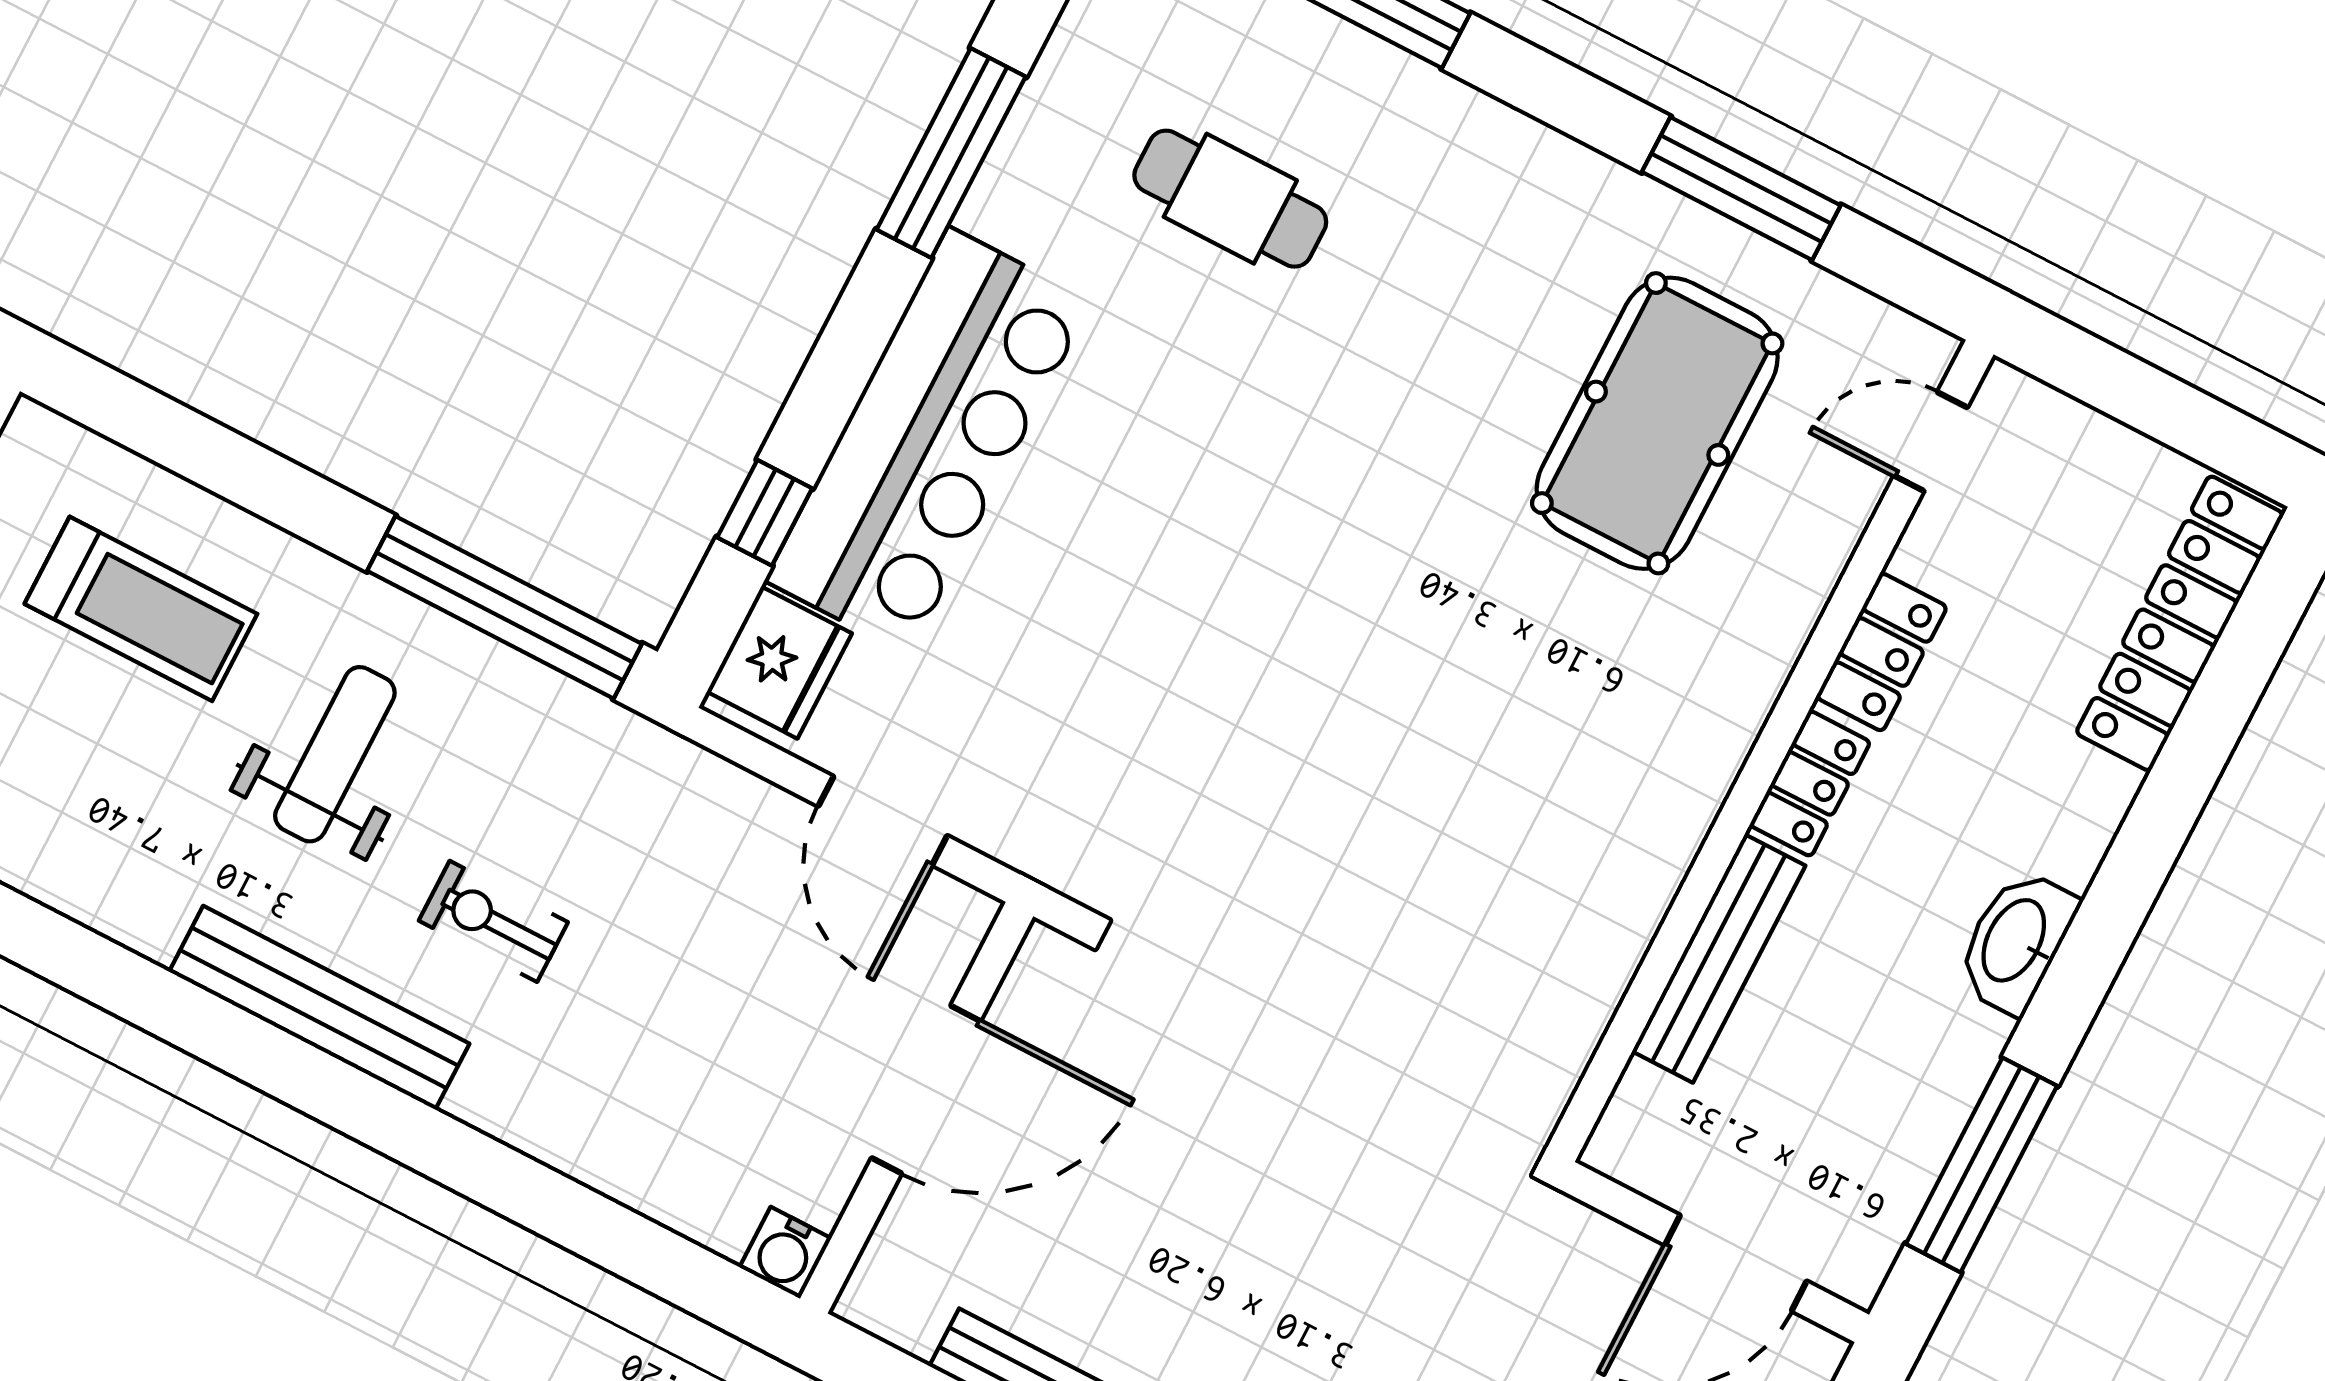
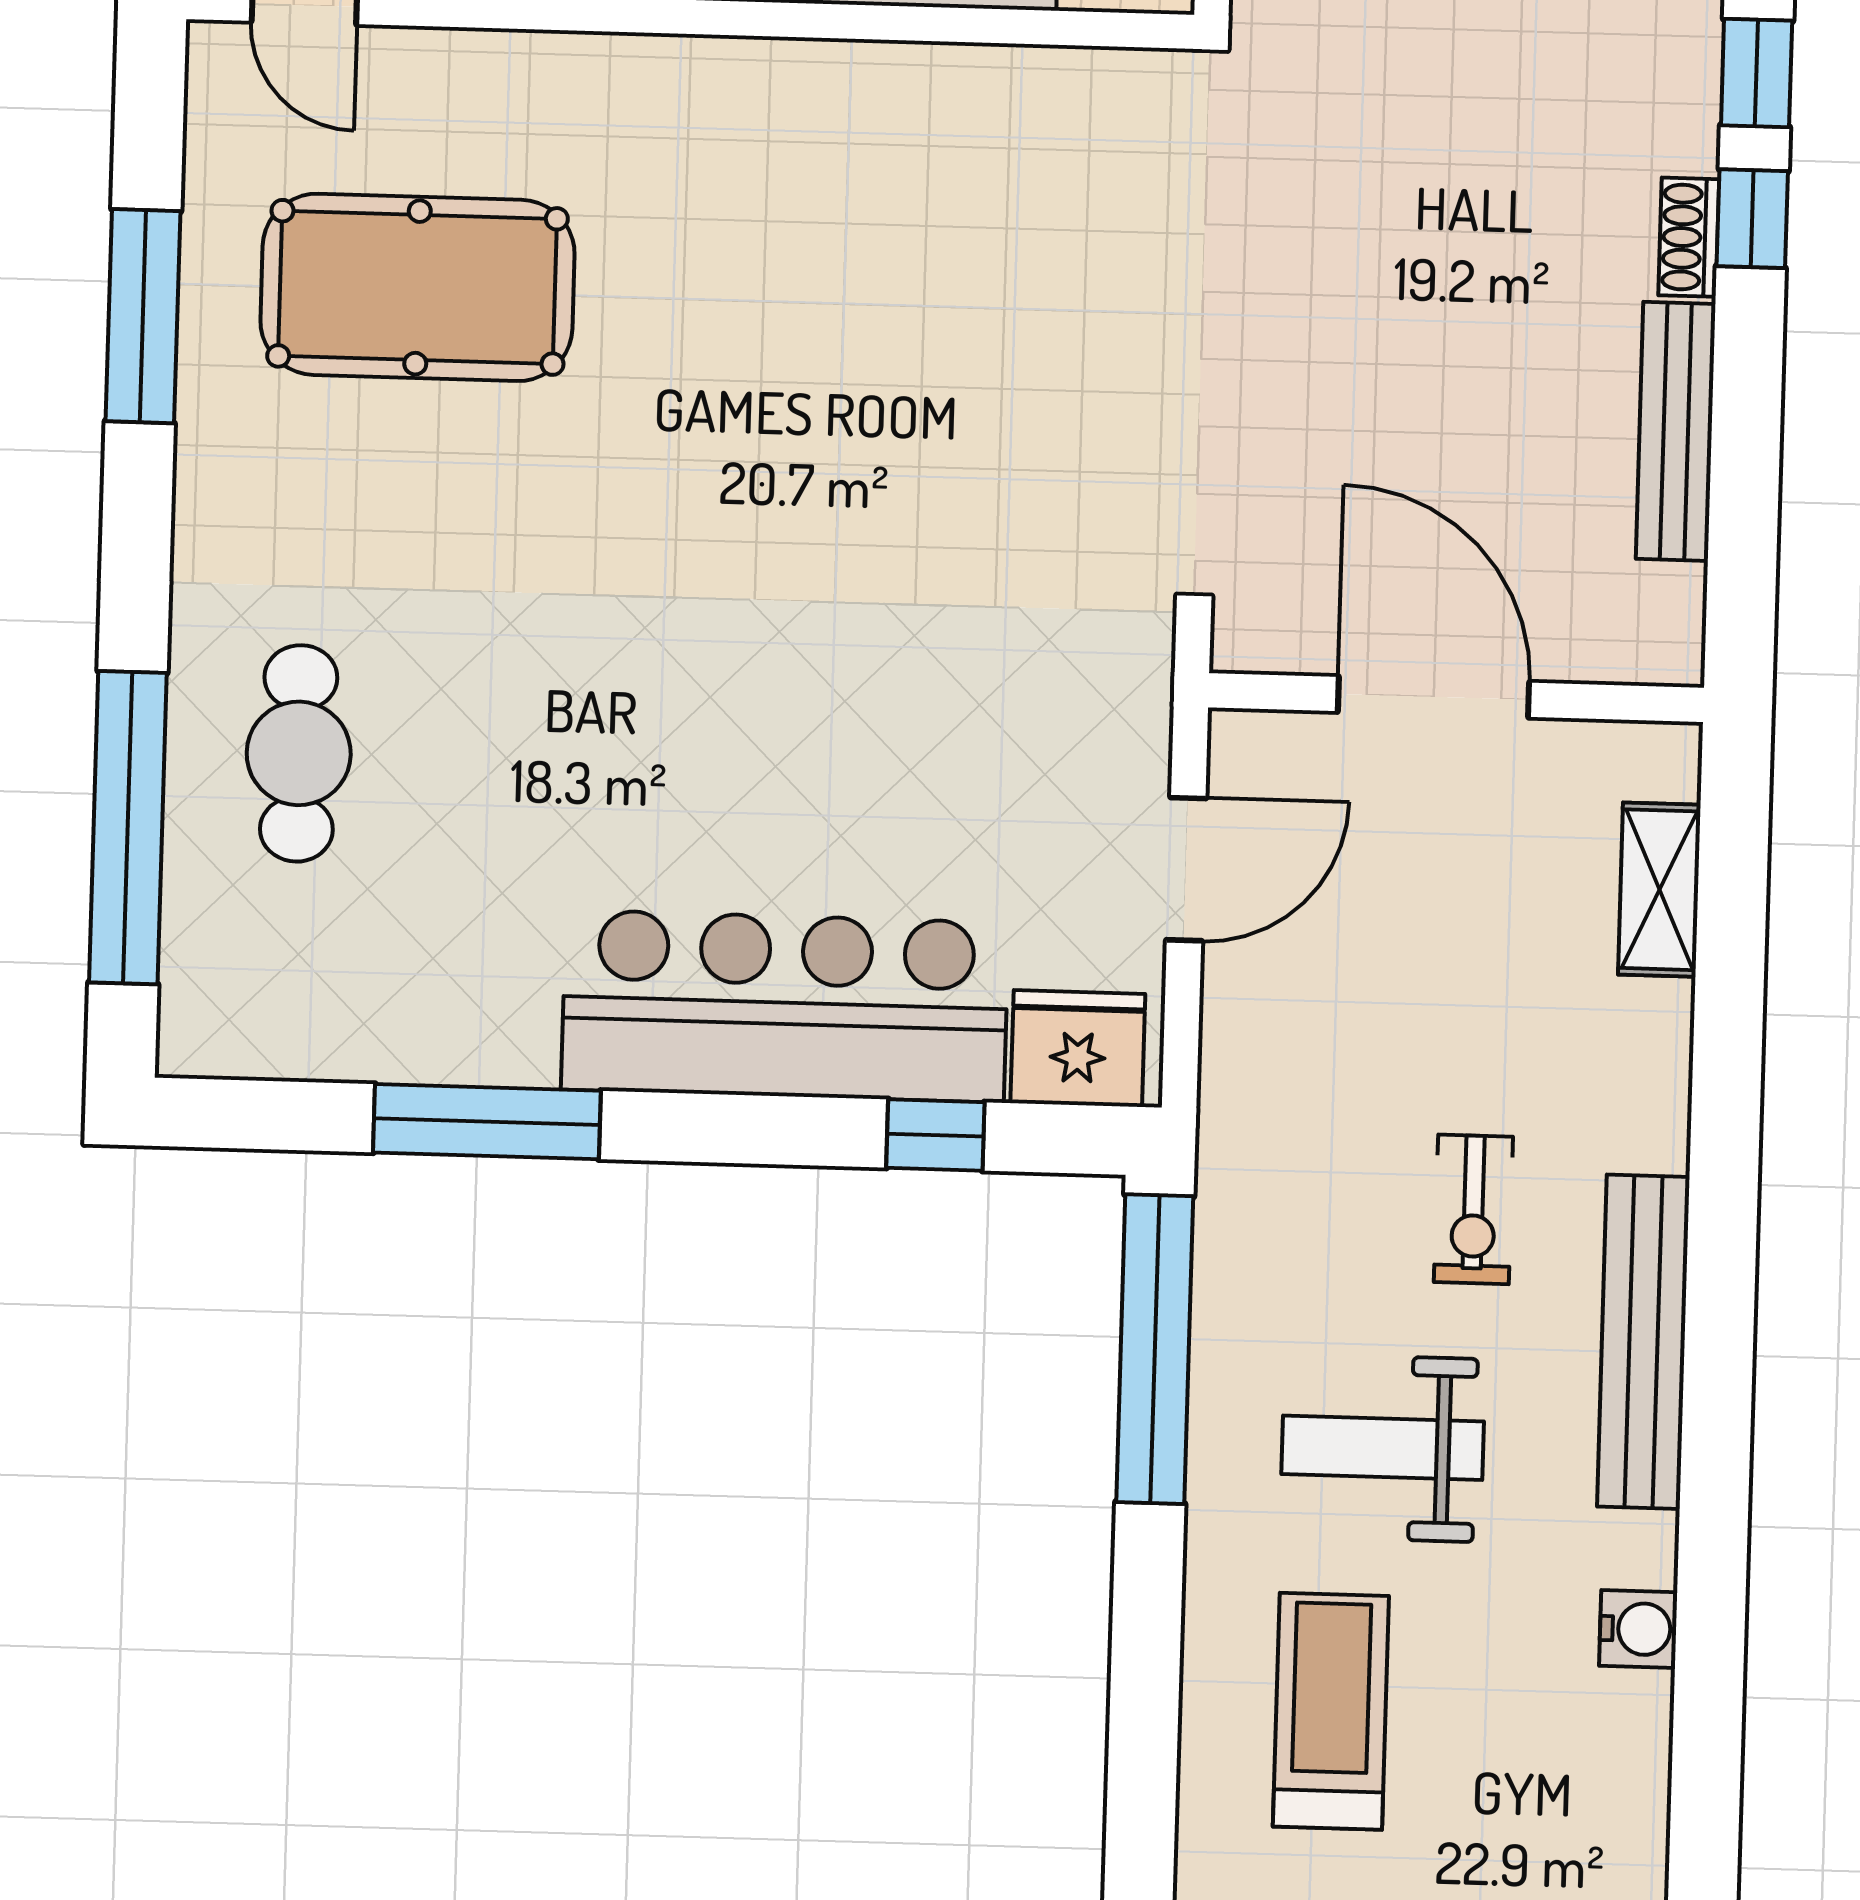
cafe table: (1230, 199) -> (299, 753), moved
shelving: (681, 1198) -> (1659, 890), added
water cooler: (785, 1253) -> (1638, 1629), moved

